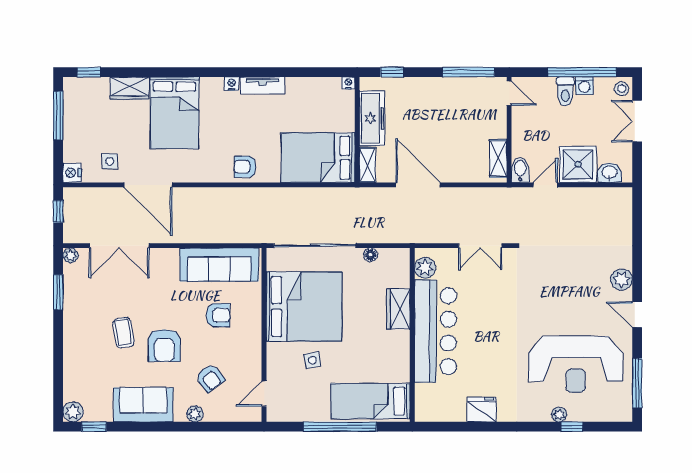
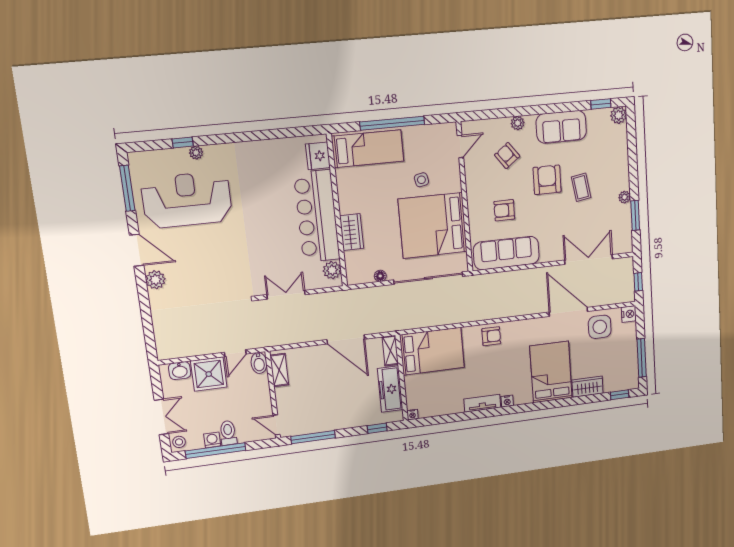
side table: (110, 161) -> (600, 327), width x1.87, depth x1.87
plant: (70, 255) -> (625, 197), moved
door: (637, 315) -> (137, 250), width x1.38
fridge: (482, 410) -> (318, 156), moved, turned 90

